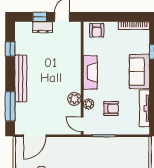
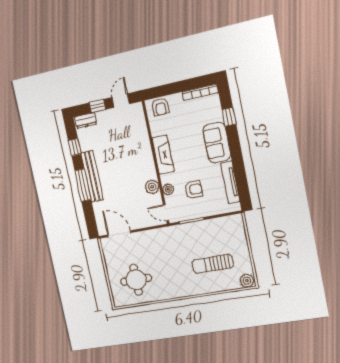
dresser: (43, 27) -> (86, 121), moved
window: (10, 106) -> (83, 185), moved
door: (35, 136) -> (119, 234), swing flipped

